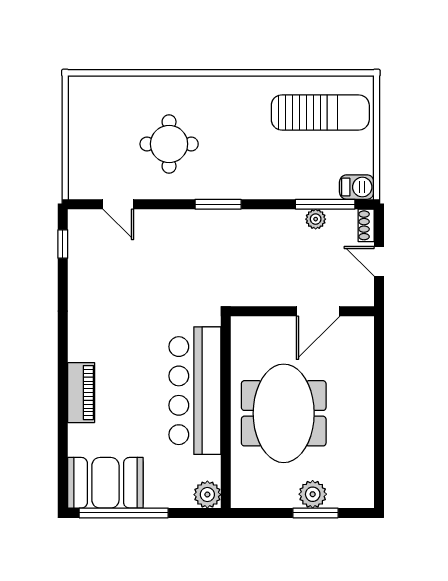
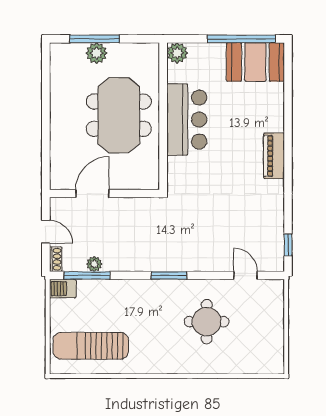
bar counter: (195, 391) -> (187, 120), width x0.73
piano: (81, 393) -> (274, 156), moved
window: (315, 513) -> (94, 39), width x1.44

